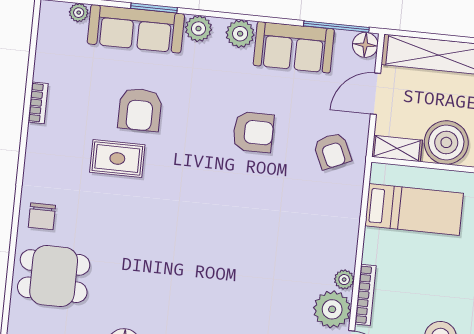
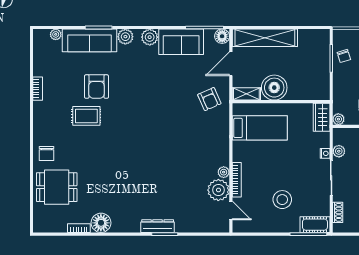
armchair: (253, 132) -> (163, 93), removed

